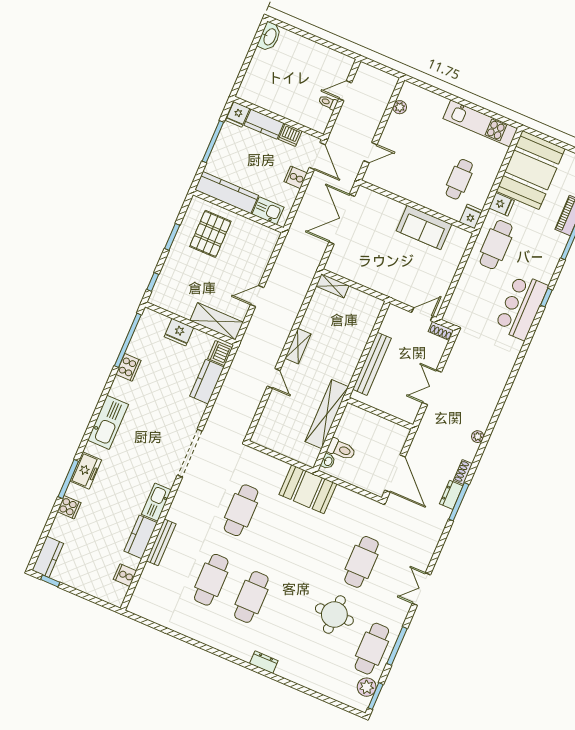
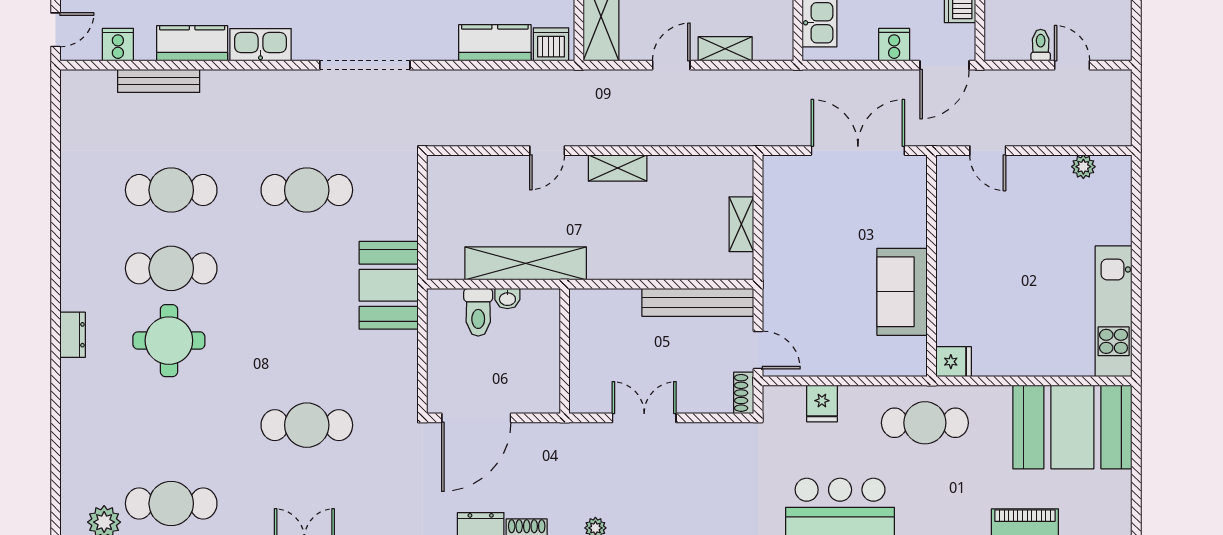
cafe table: (459, 179) -> (1007, 316), removed
fridge: (502, 204) -> (822, 404), moved
shelving: (261, 265) -> (725, 49), added
shelving: (332, 286) -> (741, 224), moved
door: (257, 296) -> (671, 65), hinge flipped
bench: (372, 364) -> (698, 302), moved
washbasin: (328, 461) -> (507, 299), moved
bench: (161, 542) -> (159, 81), moved
door: (104, 604) -> (56, 30), added
round table: (334, 615) -> (169, 341), moved

